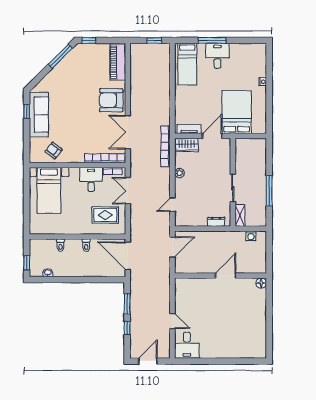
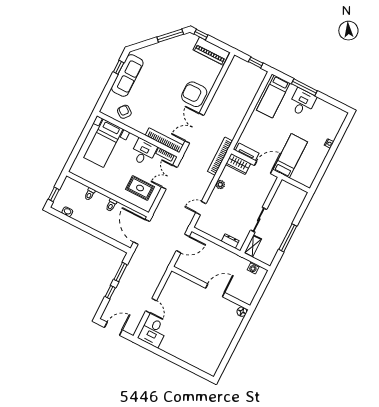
piano: (118, 62) -> (211, 51), moved, turned -90
bed: (237, 112) -> (290, 156), width x0.67

